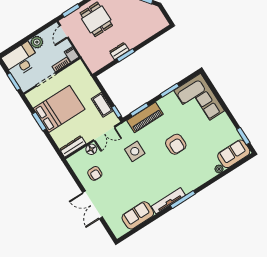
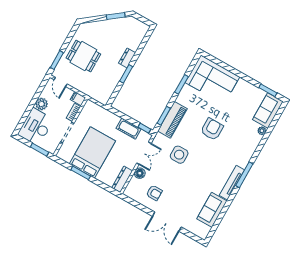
dresser: (119, 51) -> (127, 58), moved
armchair: (176, 144) -> (212, 129), turned -90

